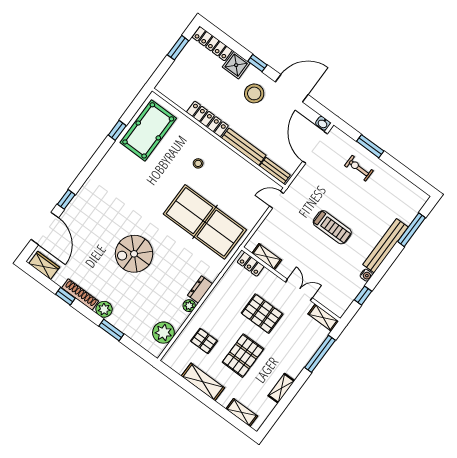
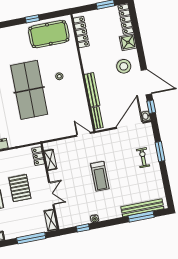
window: (257, 63) -> (151, 107), moved
locker: (207, 119) -> (81, 32), moved
table tennis table: (205, 222) -> (29, 90), moved
bench: (385, 246) -> (142, 208), moved

